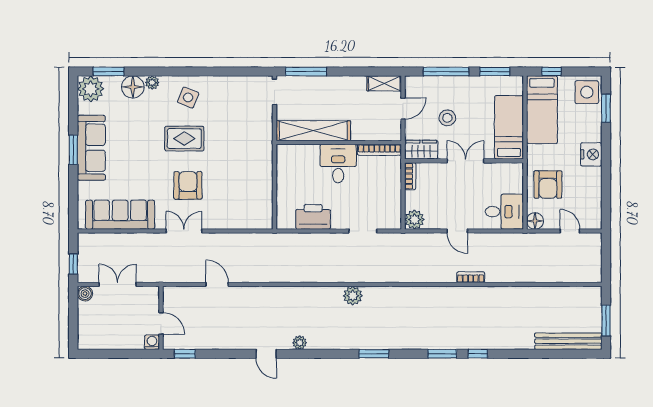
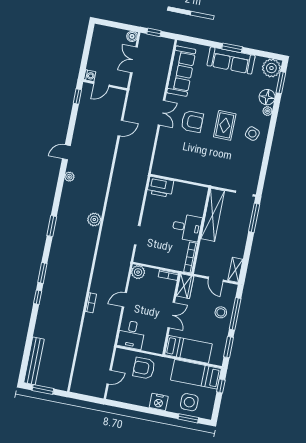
side table: (587, 92) -> (189, 402), moved
stool: (447, 118) -> (221, 312), moved
printer: (313, 217) -> (160, 187), moved, turned 90
floor lamp: (535, 221) -> (121, 354), removed
double door: (118, 284) -> (134, 60), swing flipped

